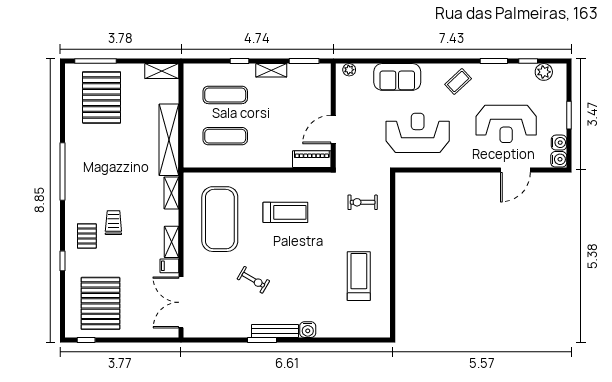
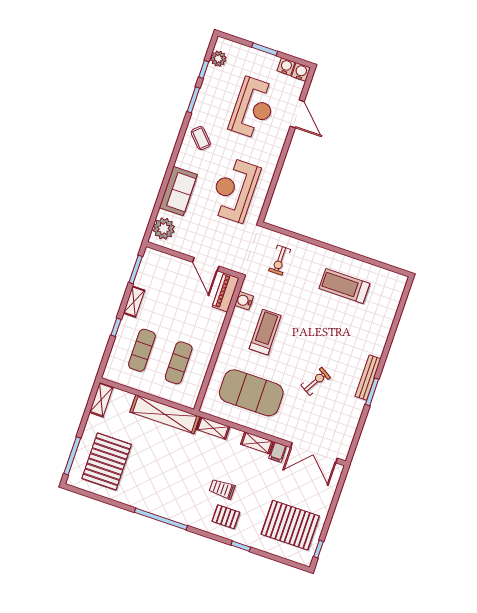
plant: (349, 70) -> (164, 229), width x1.88, depth x1.88
pallet: (102, 97) -> (107, 461), turned 90
water cooler: (308, 330) -> (244, 301), moved, turned 180

